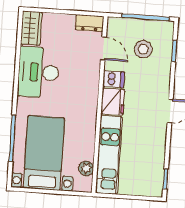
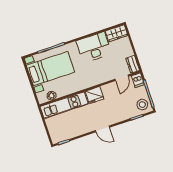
stool: (143, 49) -> (142, 105), moved
dishwasher: (114, 79) -> (138, 80), moved

